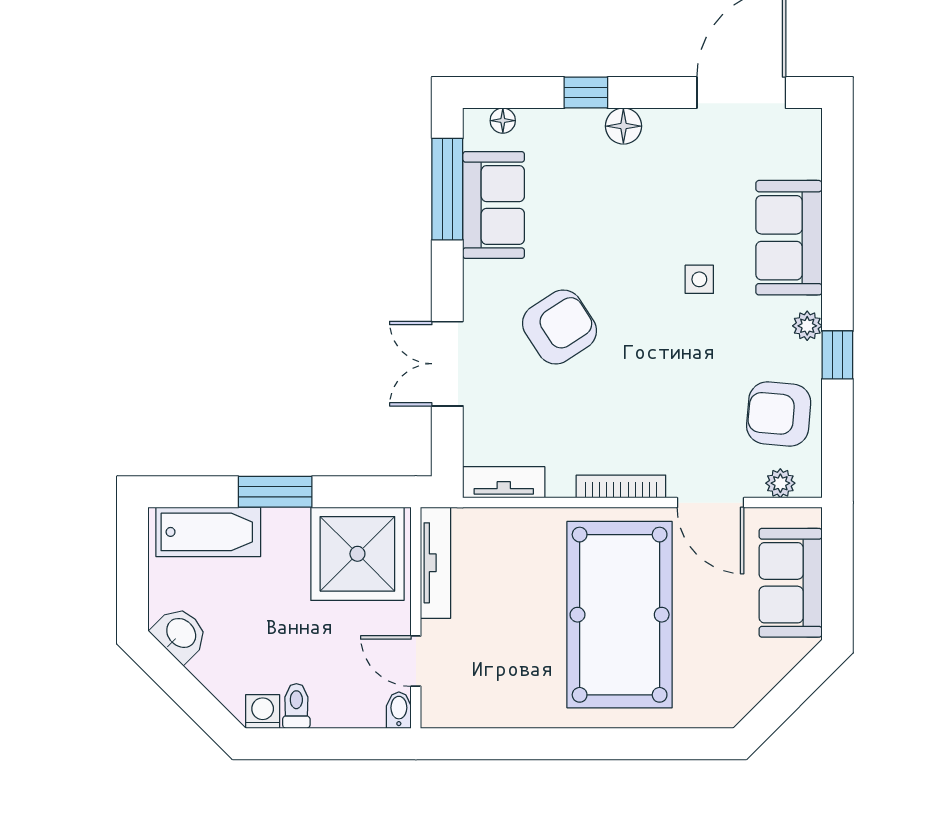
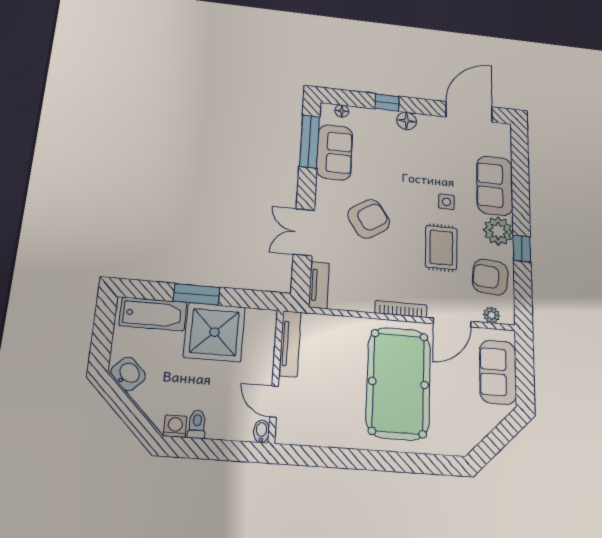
plant: (807, 326) -> (498, 231), width x1.88, depth x1.88
rug: (690, 368) -> (441, 248), added
tv unit: (504, 482) -> (319, 285), moved, turned 90
door: (711, 503) -> (452, 322), hinge flipped
shower: (357, 554) -> (214, 332), moved

